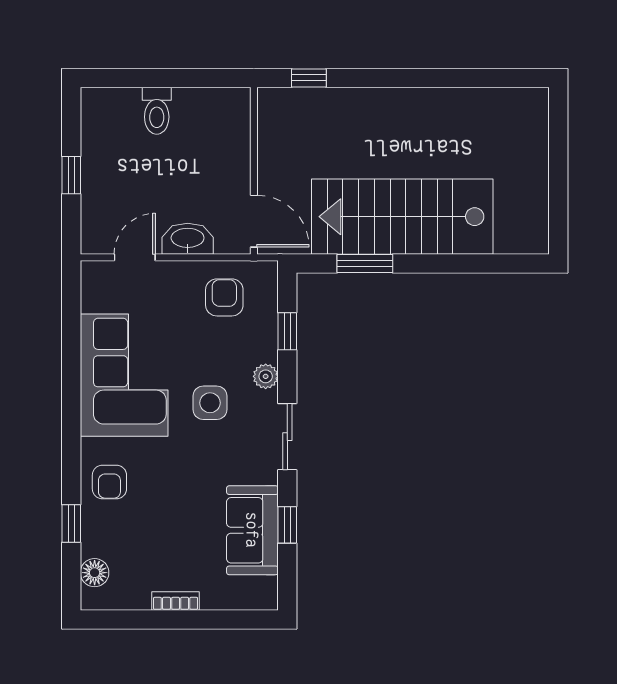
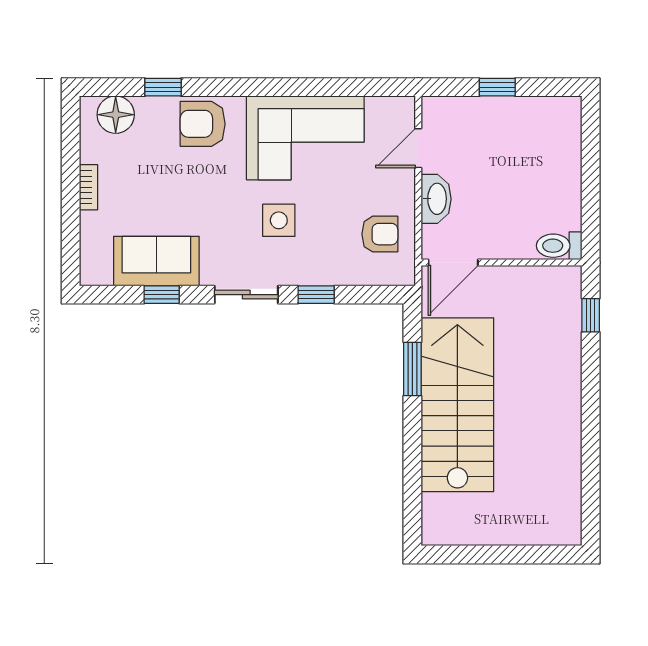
toilet: (157, 111) -> (559, 246), moved
door: (135, 257) -> (418, 148), swing flipped
window: (287, 331) -> (316, 295), moved
plant: (266, 376) -> (304, 274), removed
armchair: (109, 482) -> (203, 124), width x1.38, depth x1.38
floor lamp: (95, 573) -> (116, 115), width x1.38, depth x1.38

